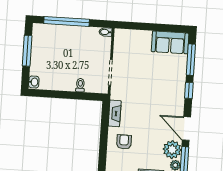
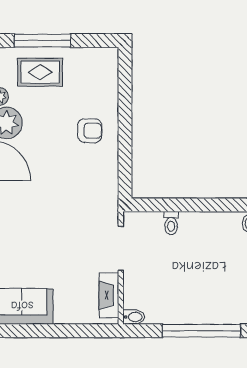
fireplace: (115, 113) -> (109, 295), moved
armchair: (124, 142) -> (90, 131), turned -89

